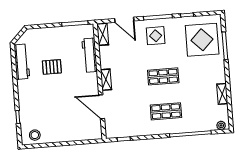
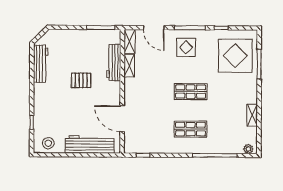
pallet: (52, 67) -> (81, 80), moved
shelving: (106, 80) -> (129, 66), moved
workbench: (73, 133) -> (90, 144), added

